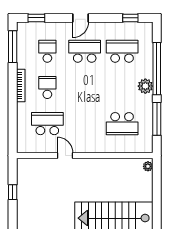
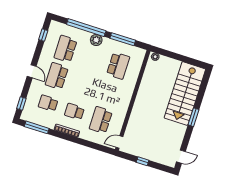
door: (65, 156) -> (119, 142), moved

